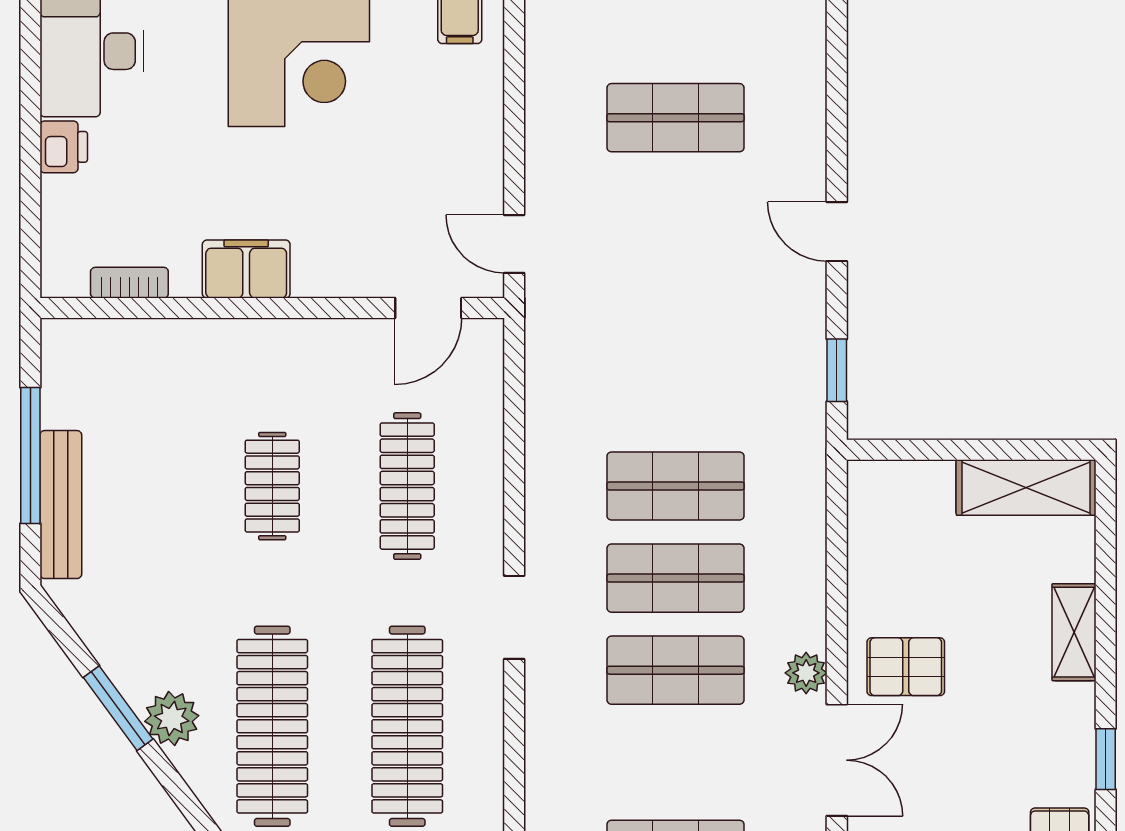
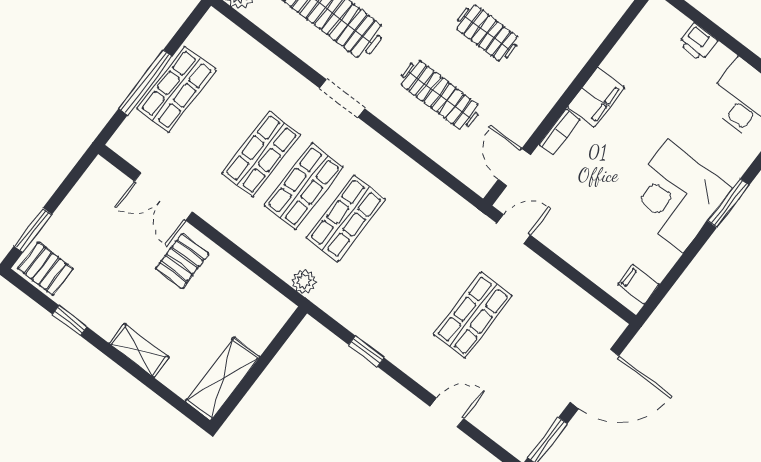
shop shelf: (675, 118) -> (473, 315), moved
printer: (64, 147) -> (698, 42), moved
door: (837, 232) -> (447, 413), moved
bookcase: (129, 283) -> (560, 132), moved
window: (837, 370) -> (366, 351), moved
plant: (806, 673) -> (304, 281), moved

